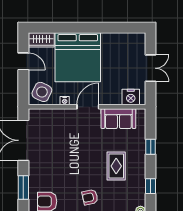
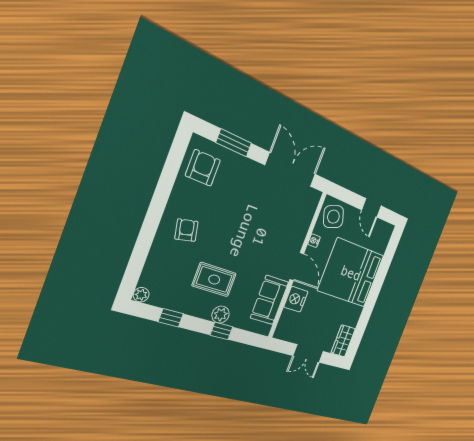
wardrobe: (41, 40) -> (343, 341), moved
door: (23, 61) -> (371, 208), hinge flipped
side table: (42, 92) -> (333, 217), turned 45
nightstand: (131, 97) -> (296, 299), moved
plant: (139, 152) -> (221, 315), added

